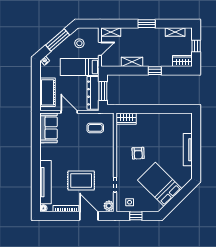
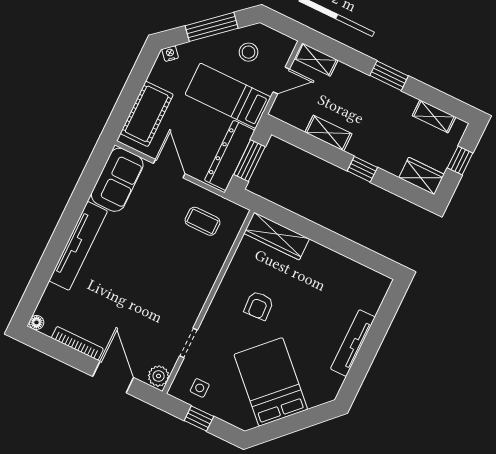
wardrobe: (126, 119) -> (277, 236), width x1.50
rug: (81, 181) -> (130, 305), removed
tv unit: (45, 182) -> (78, 246), moved

